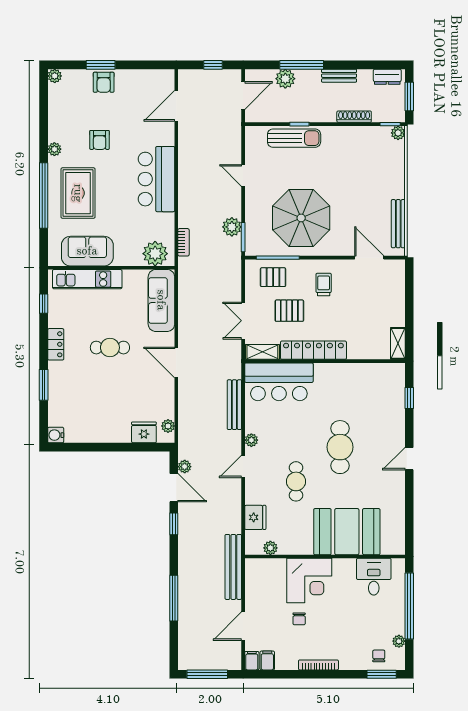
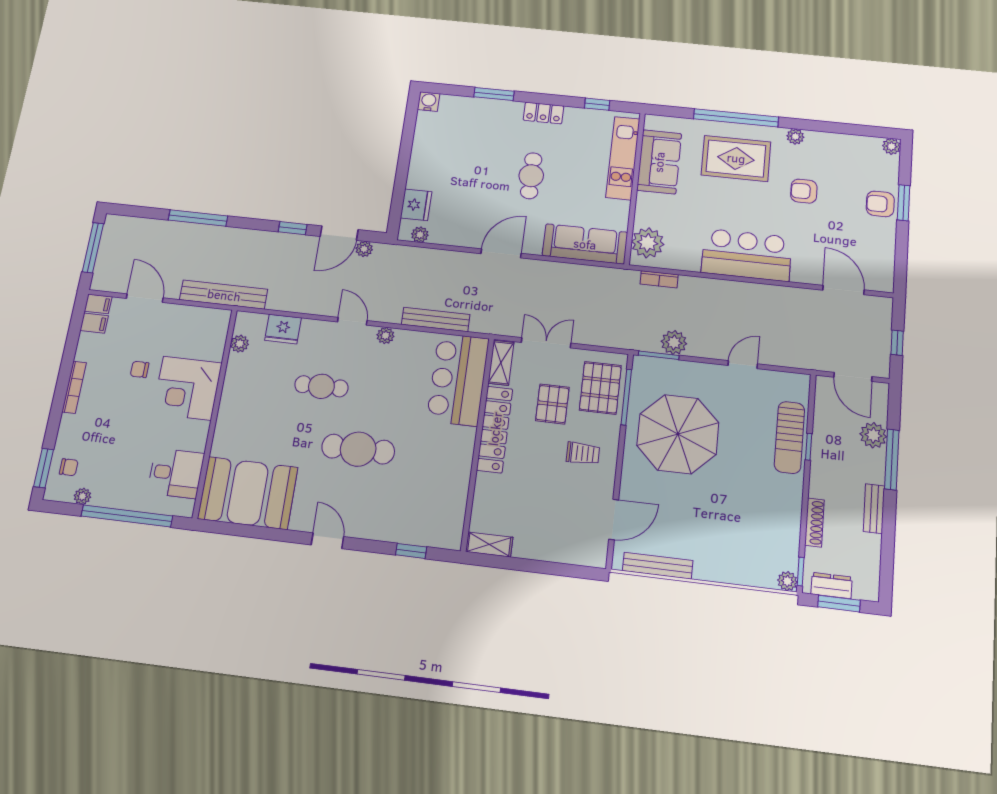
dresser: (387, 77) -> (831, 586), moved, turned 90
pallet: (273, 277) -> (600, 388), width x1.50, depth x1.42
booth: (347, 532) -> (248, 493), moved, turned 90

